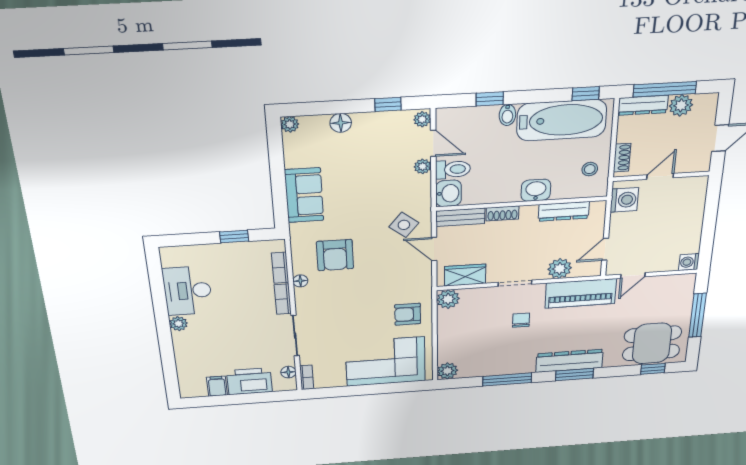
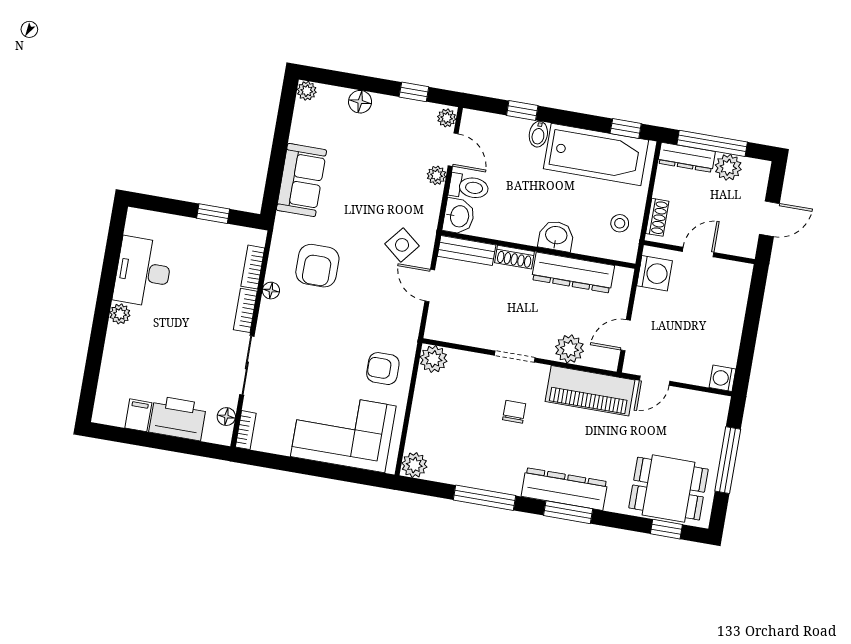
dresser: (564, 211) -> (573, 273), width x1.37, depth x1.24
wardrobe: (465, 275) -> (459, 330), removed

